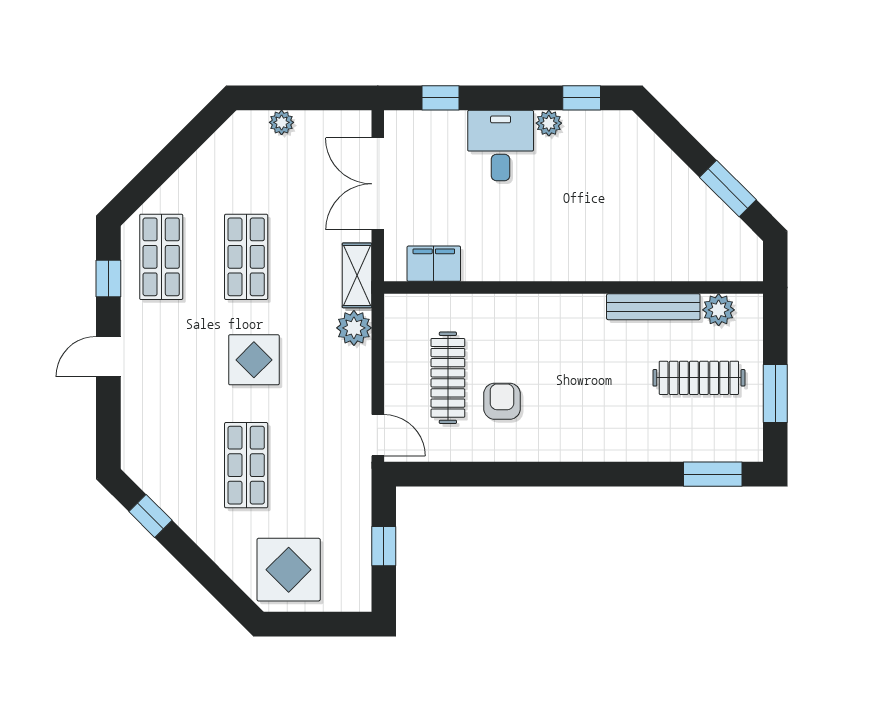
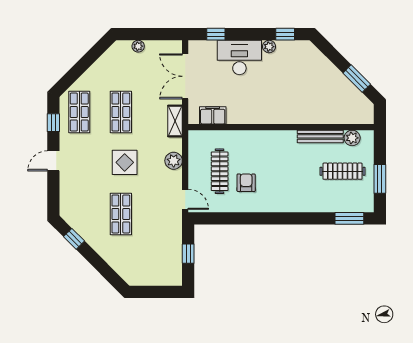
desk: (501, 146) -> (239, 57), width x1.37
plant: (354, 328) -> (174, 161), moved
display table: (289, 570) -> (142, 265), removed

